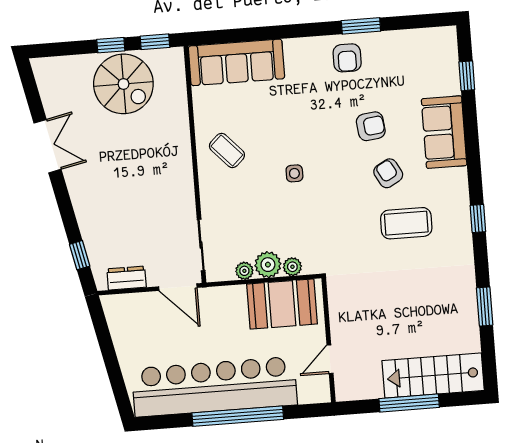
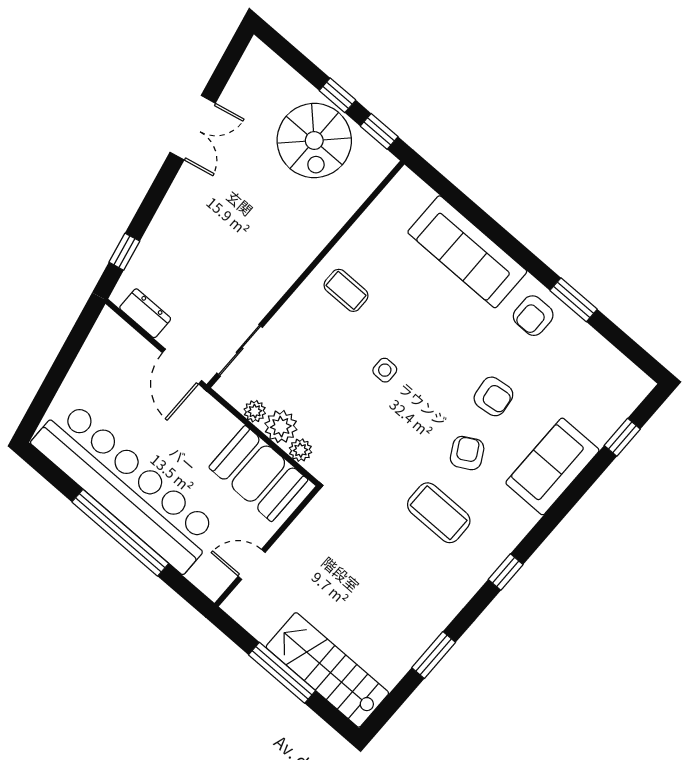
sofa: (236, 62) -> (467, 252), moved
coffee table: (227, 150) -> (346, 290), turned -47

